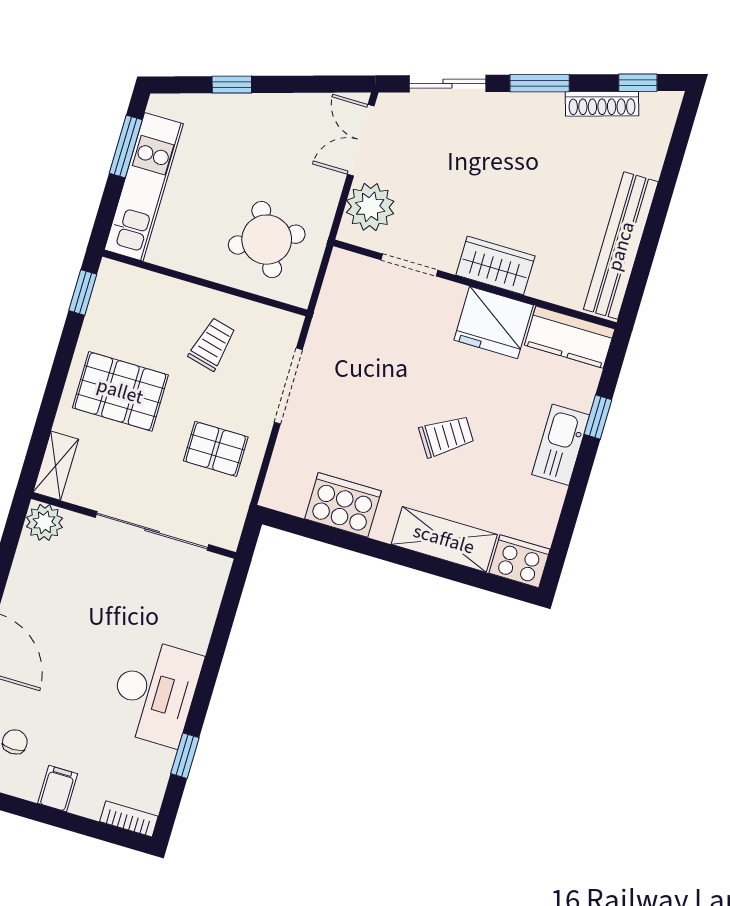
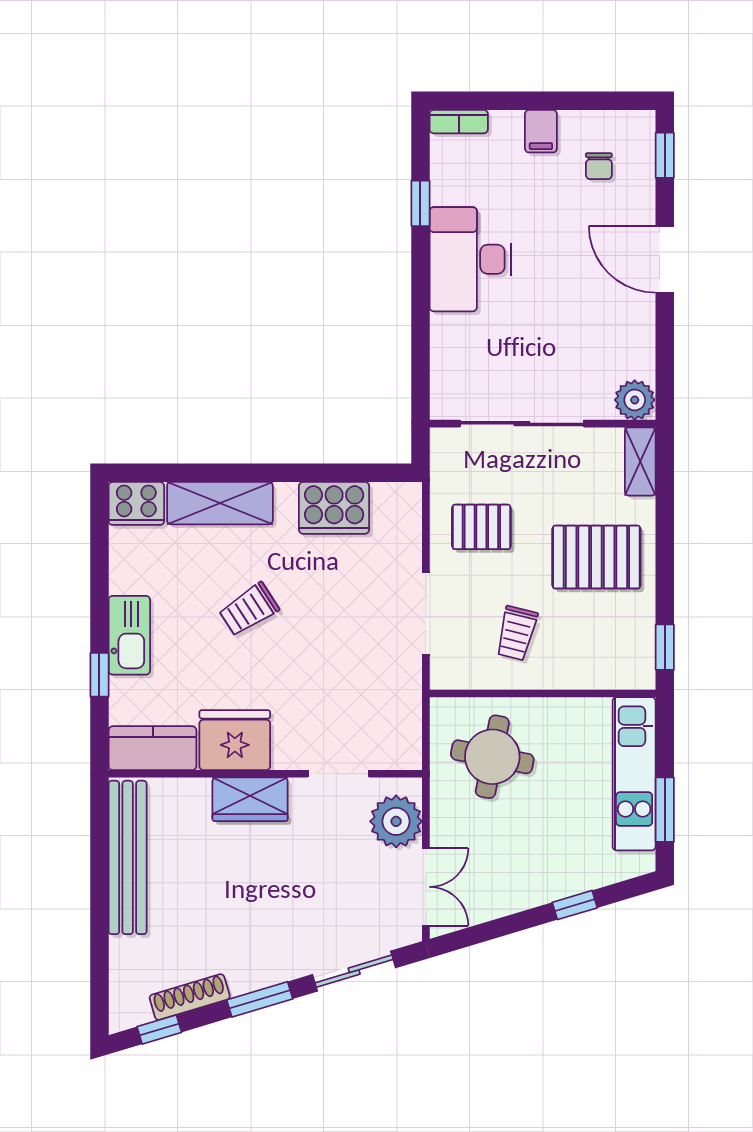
round table: (267, 240) -> (492, 757), turned 38

